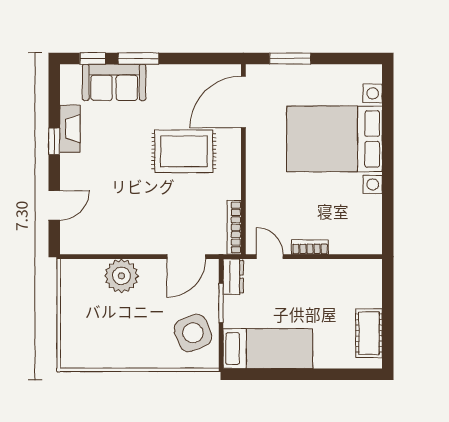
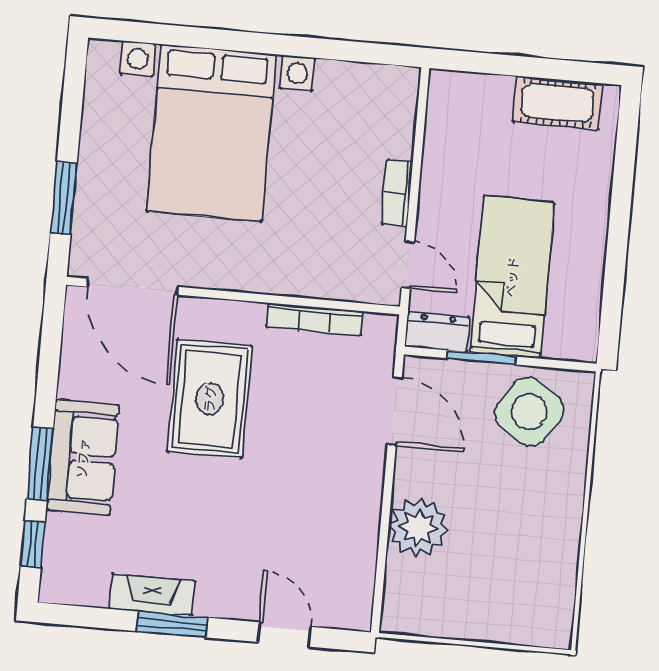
sofa: (114, 82) -> (83, 458), moved
window: (54, 141) -> (172, 624), width x1.50
bookcase: (234, 227) -> (315, 319), moved
door: (270, 257) -> (408, 265), swing flipped
side table: (193, 333) -> (529, 411), turned -34
bed: (268, 349) -> (512, 277), moved

